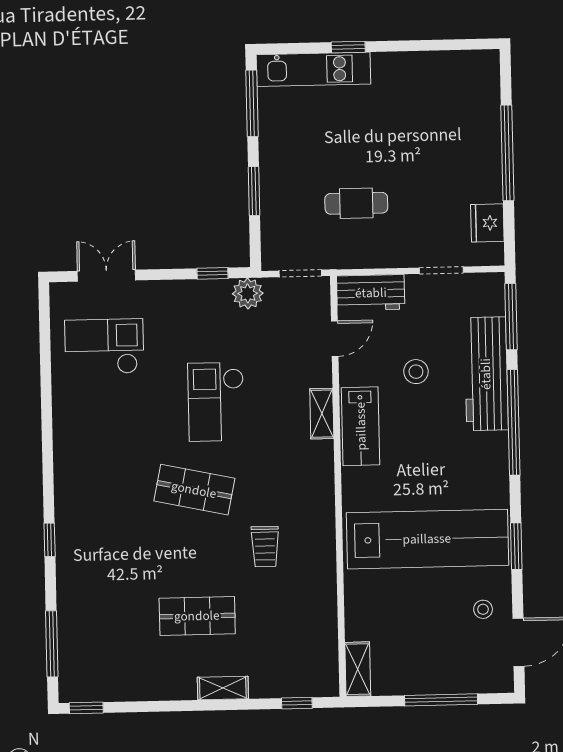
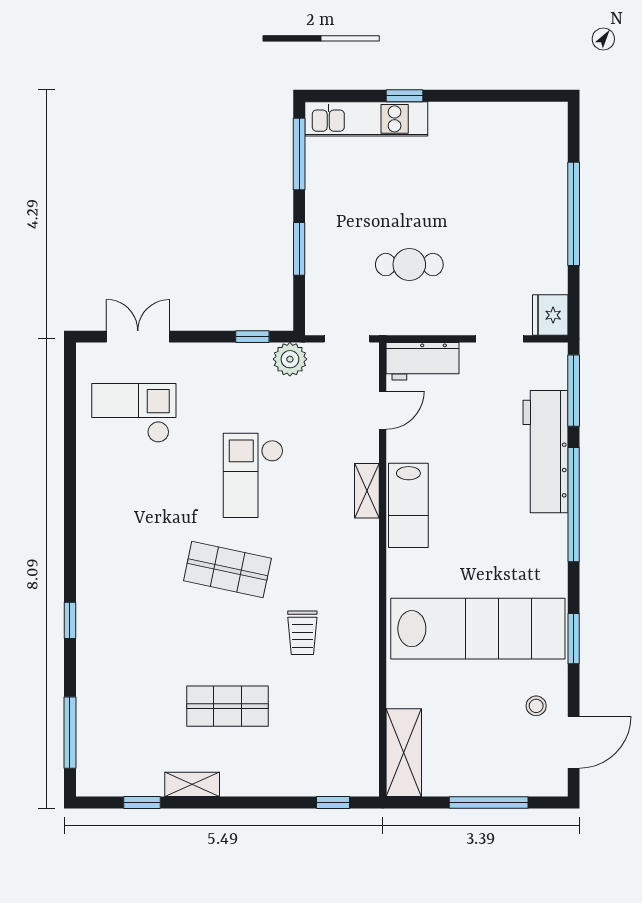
fridge: (487, 223) -> (550, 315), moved
stool: (416, 372) -> (470, 448), removed
shelving: (358, 669) -> (404, 753), width x1.50, depth x1.33
shelving: (223, 688) -> (192, 784), moved
window: (86, 708) -> (142, 803), moved

